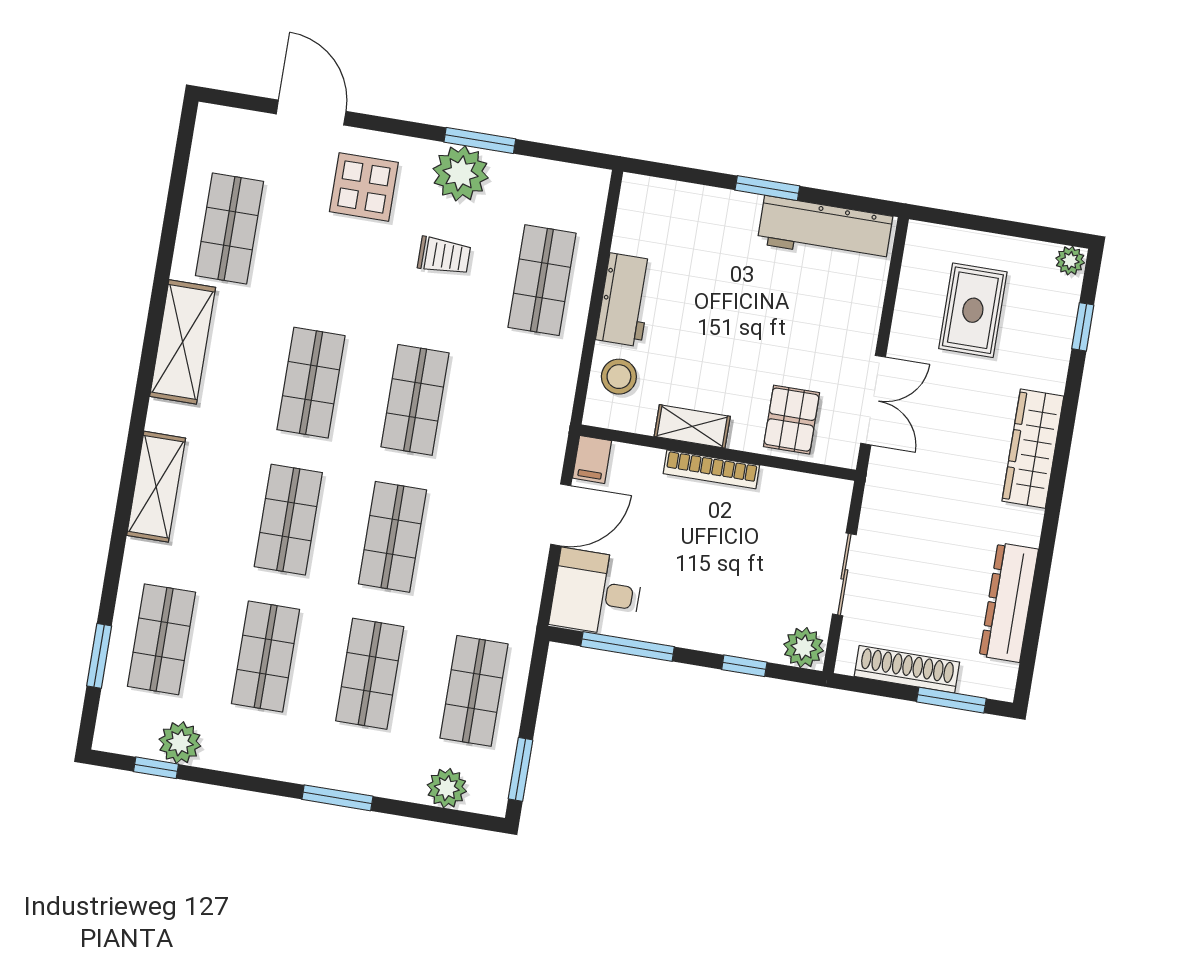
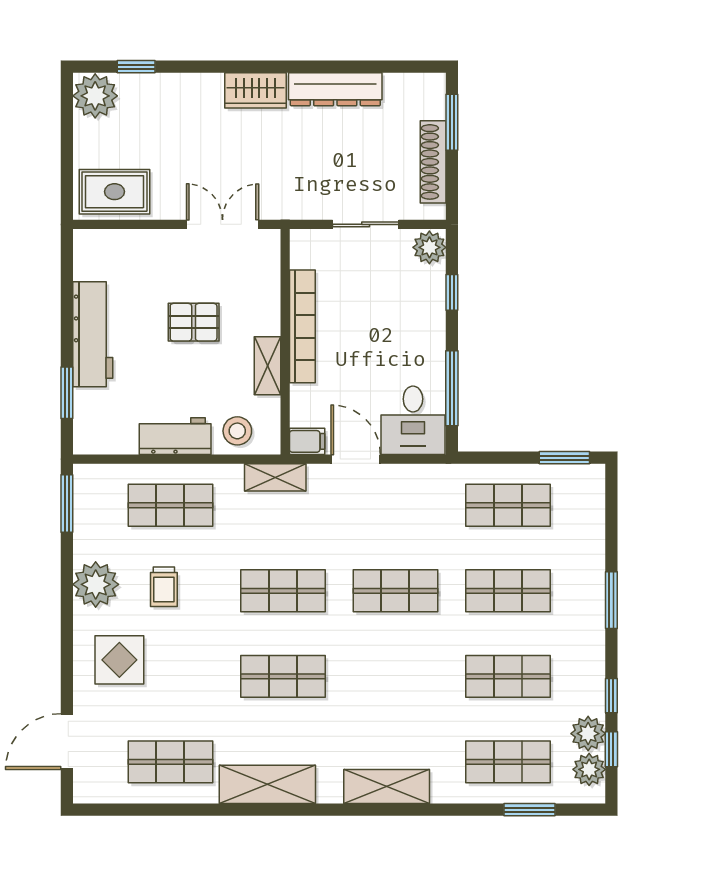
door: (311, 113) -> (67, 742), moved
window: (480, 140) -> (67, 504), moved
window: (767, 188) -> (67, 393), moved
workbench: (825, 230) -> (93, 334), moved
trolley: (444, 256) -> (164, 587), turned 180
plant: (1070, 261) -> (95, 96), width x1.88, depth x1.88
rug: (973, 310) -> (114, 192), moved
shelving: (555, 413) -> (275, 477), added
pallet: (792, 420) -> (194, 322), moved
wardrobe: (1033, 449) -> (255, 90), width x0.67
bookcase: (711, 469) -> (302, 326), width x1.48, depth x1.31
shop shelf: (288, 520) -> (395, 676), removed
dresser: (1009, 603) -> (335, 89), moved
window: (221, 779) -> (611, 696), added
plant: (447, 788) -> (589, 769), moved

